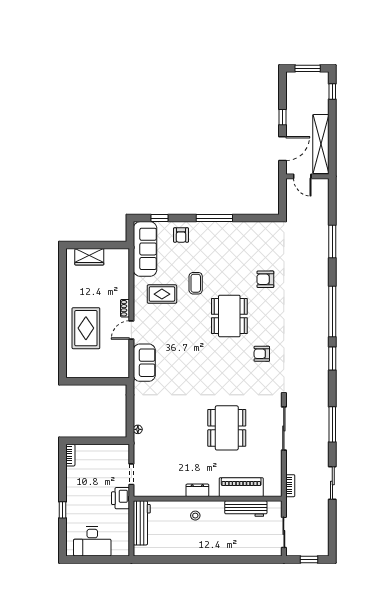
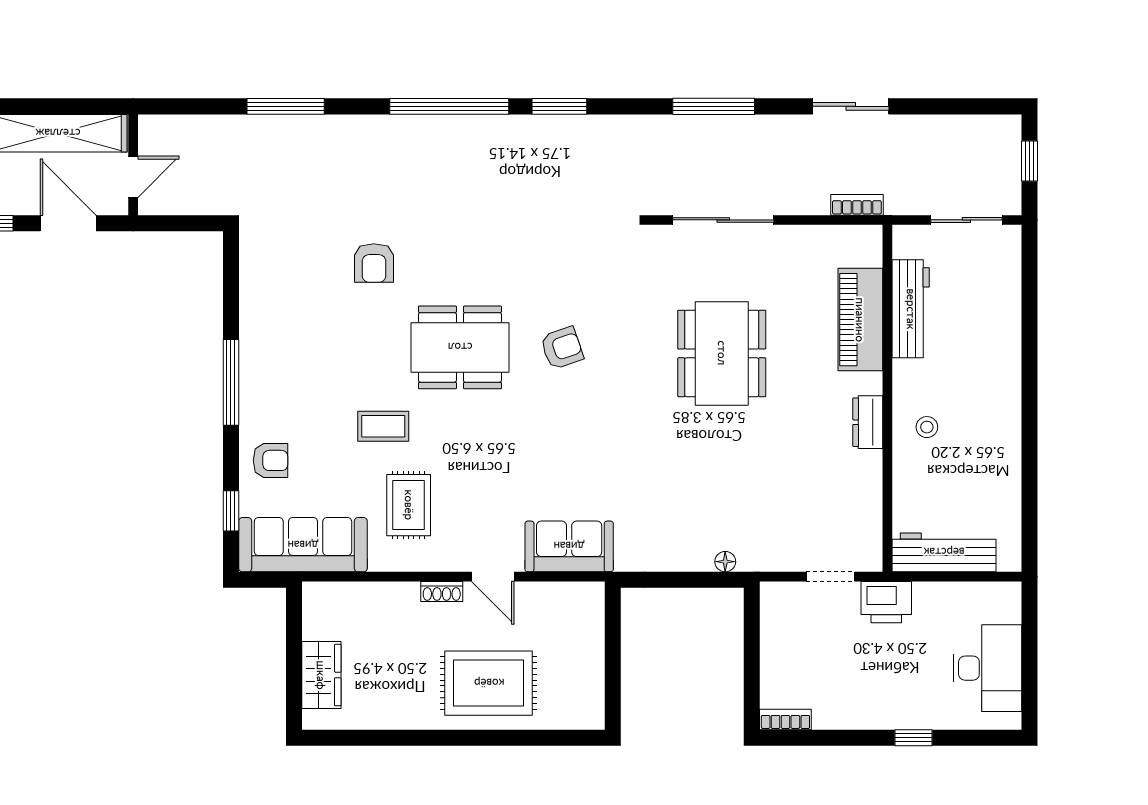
armchair: (262, 354) -> (562, 348), moved, turned -109
dining table: (227, 428) -> (722, 353), turned 90

